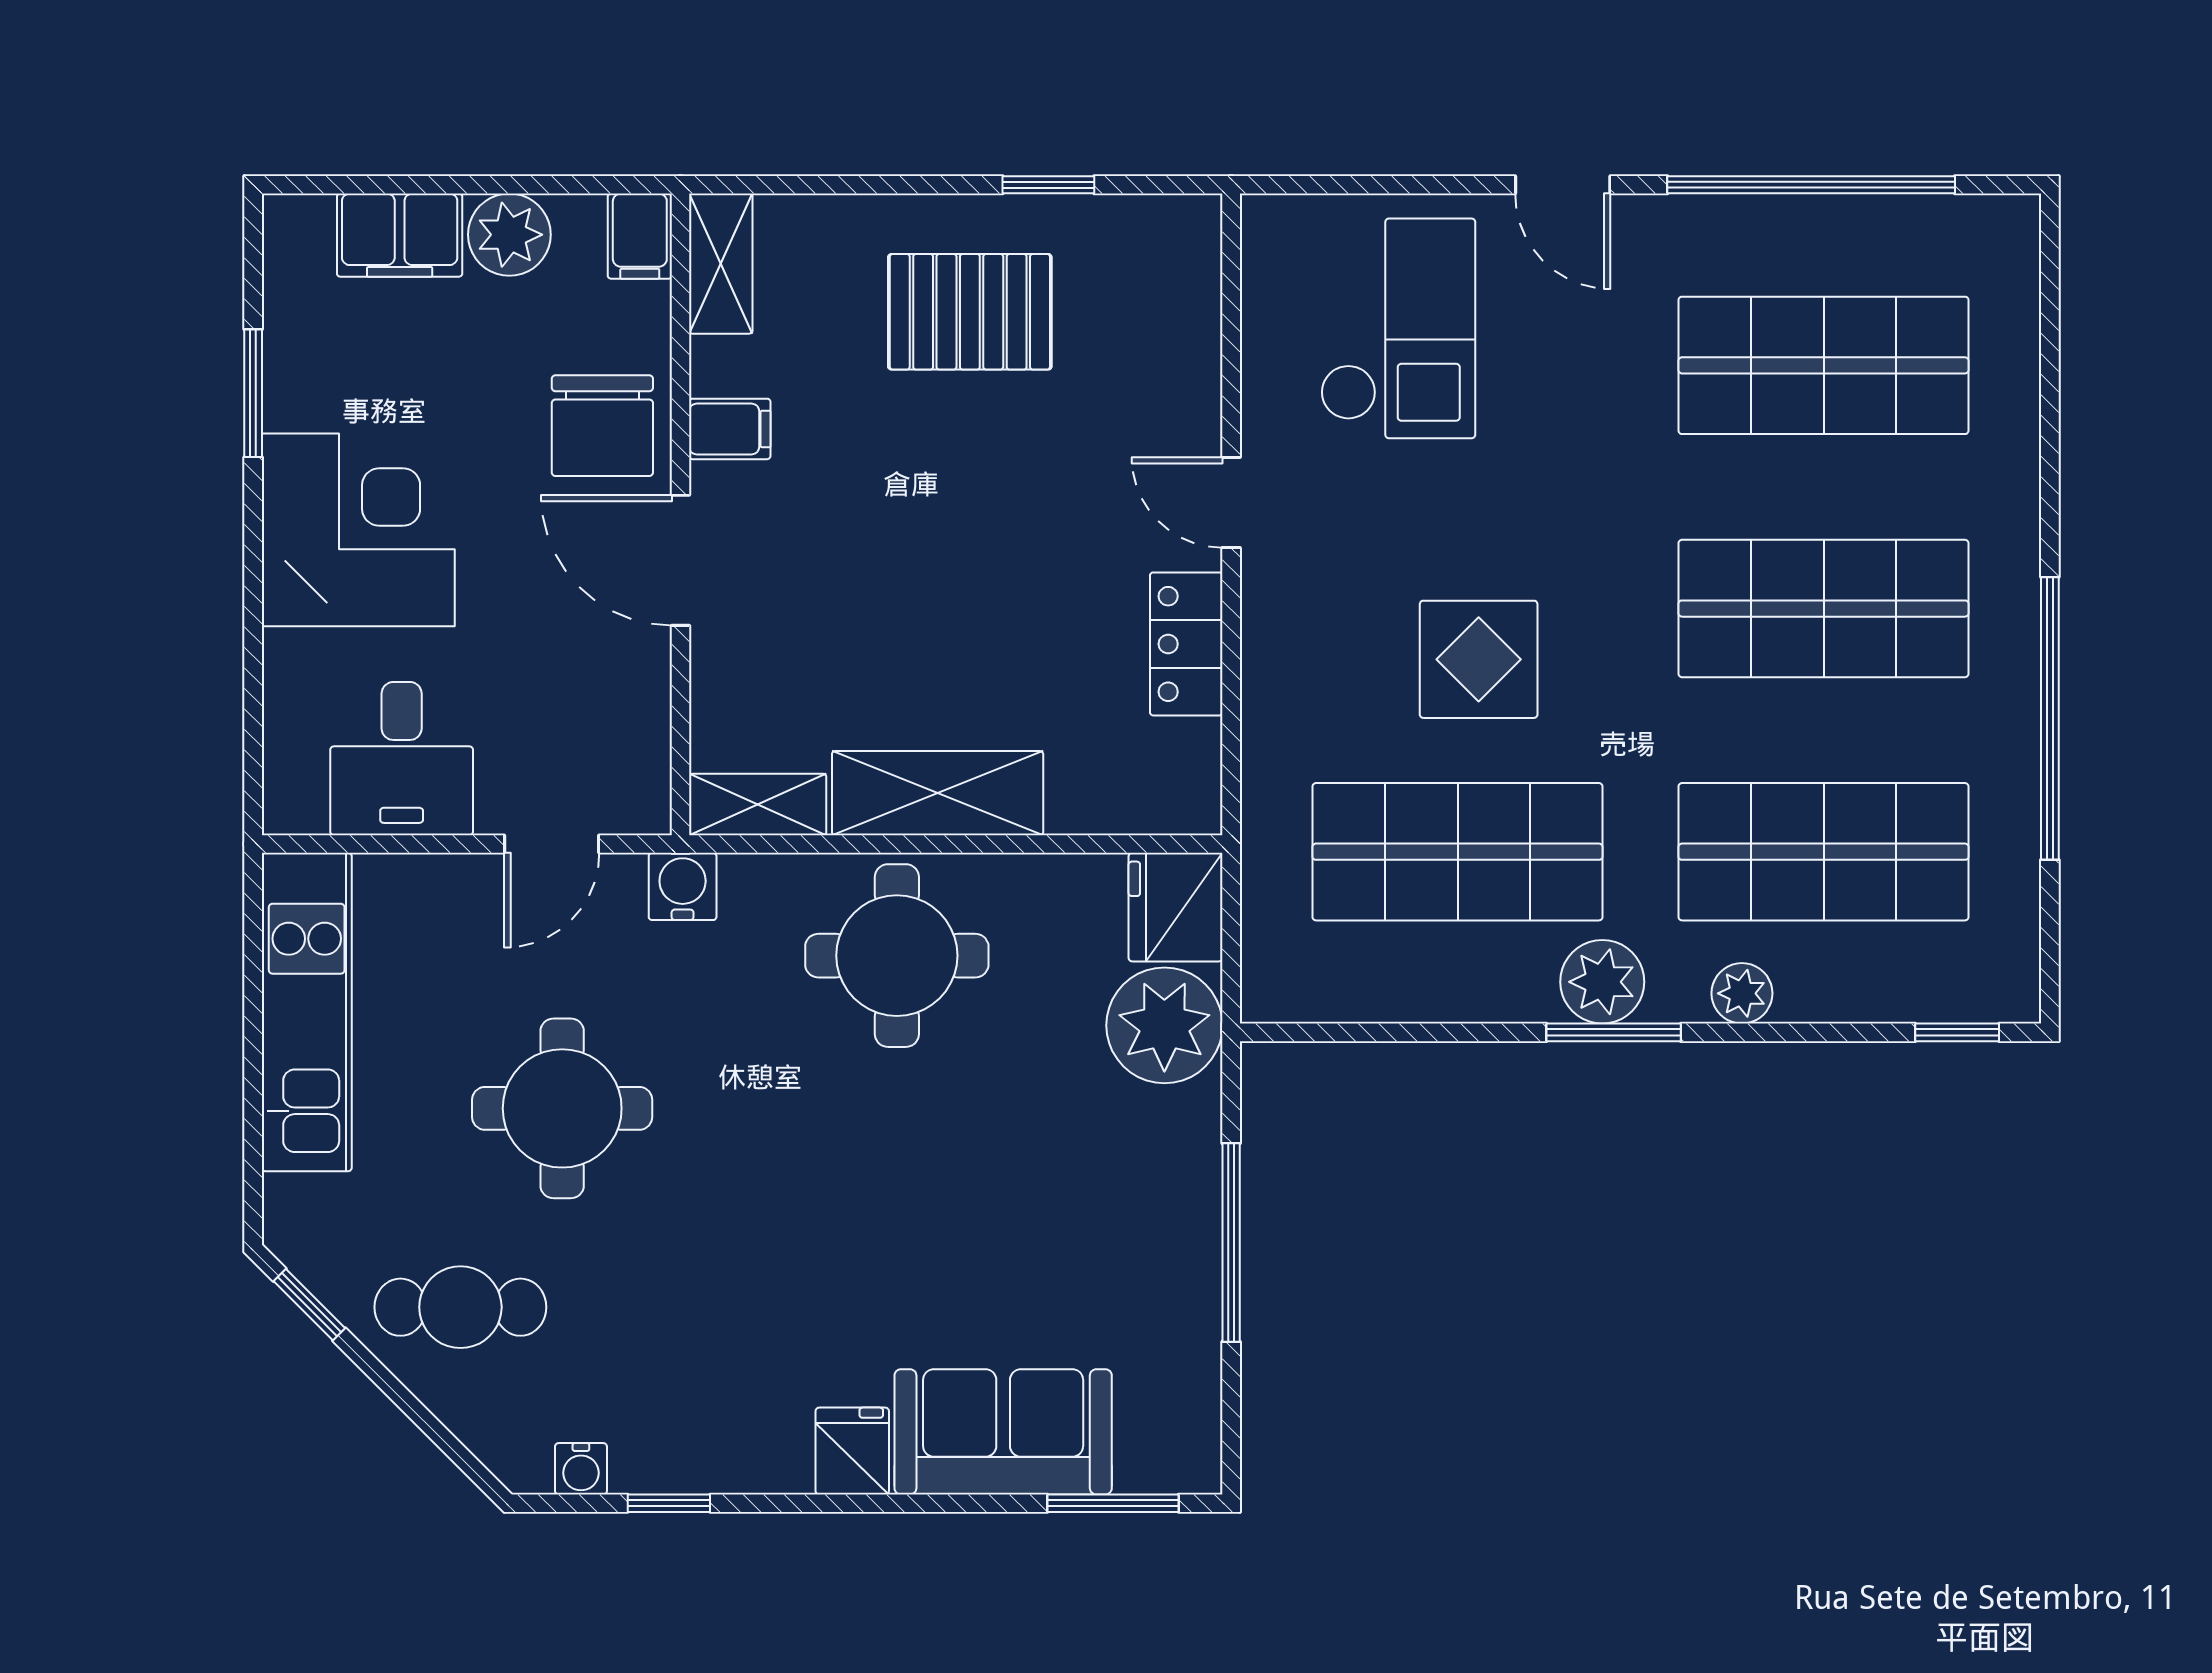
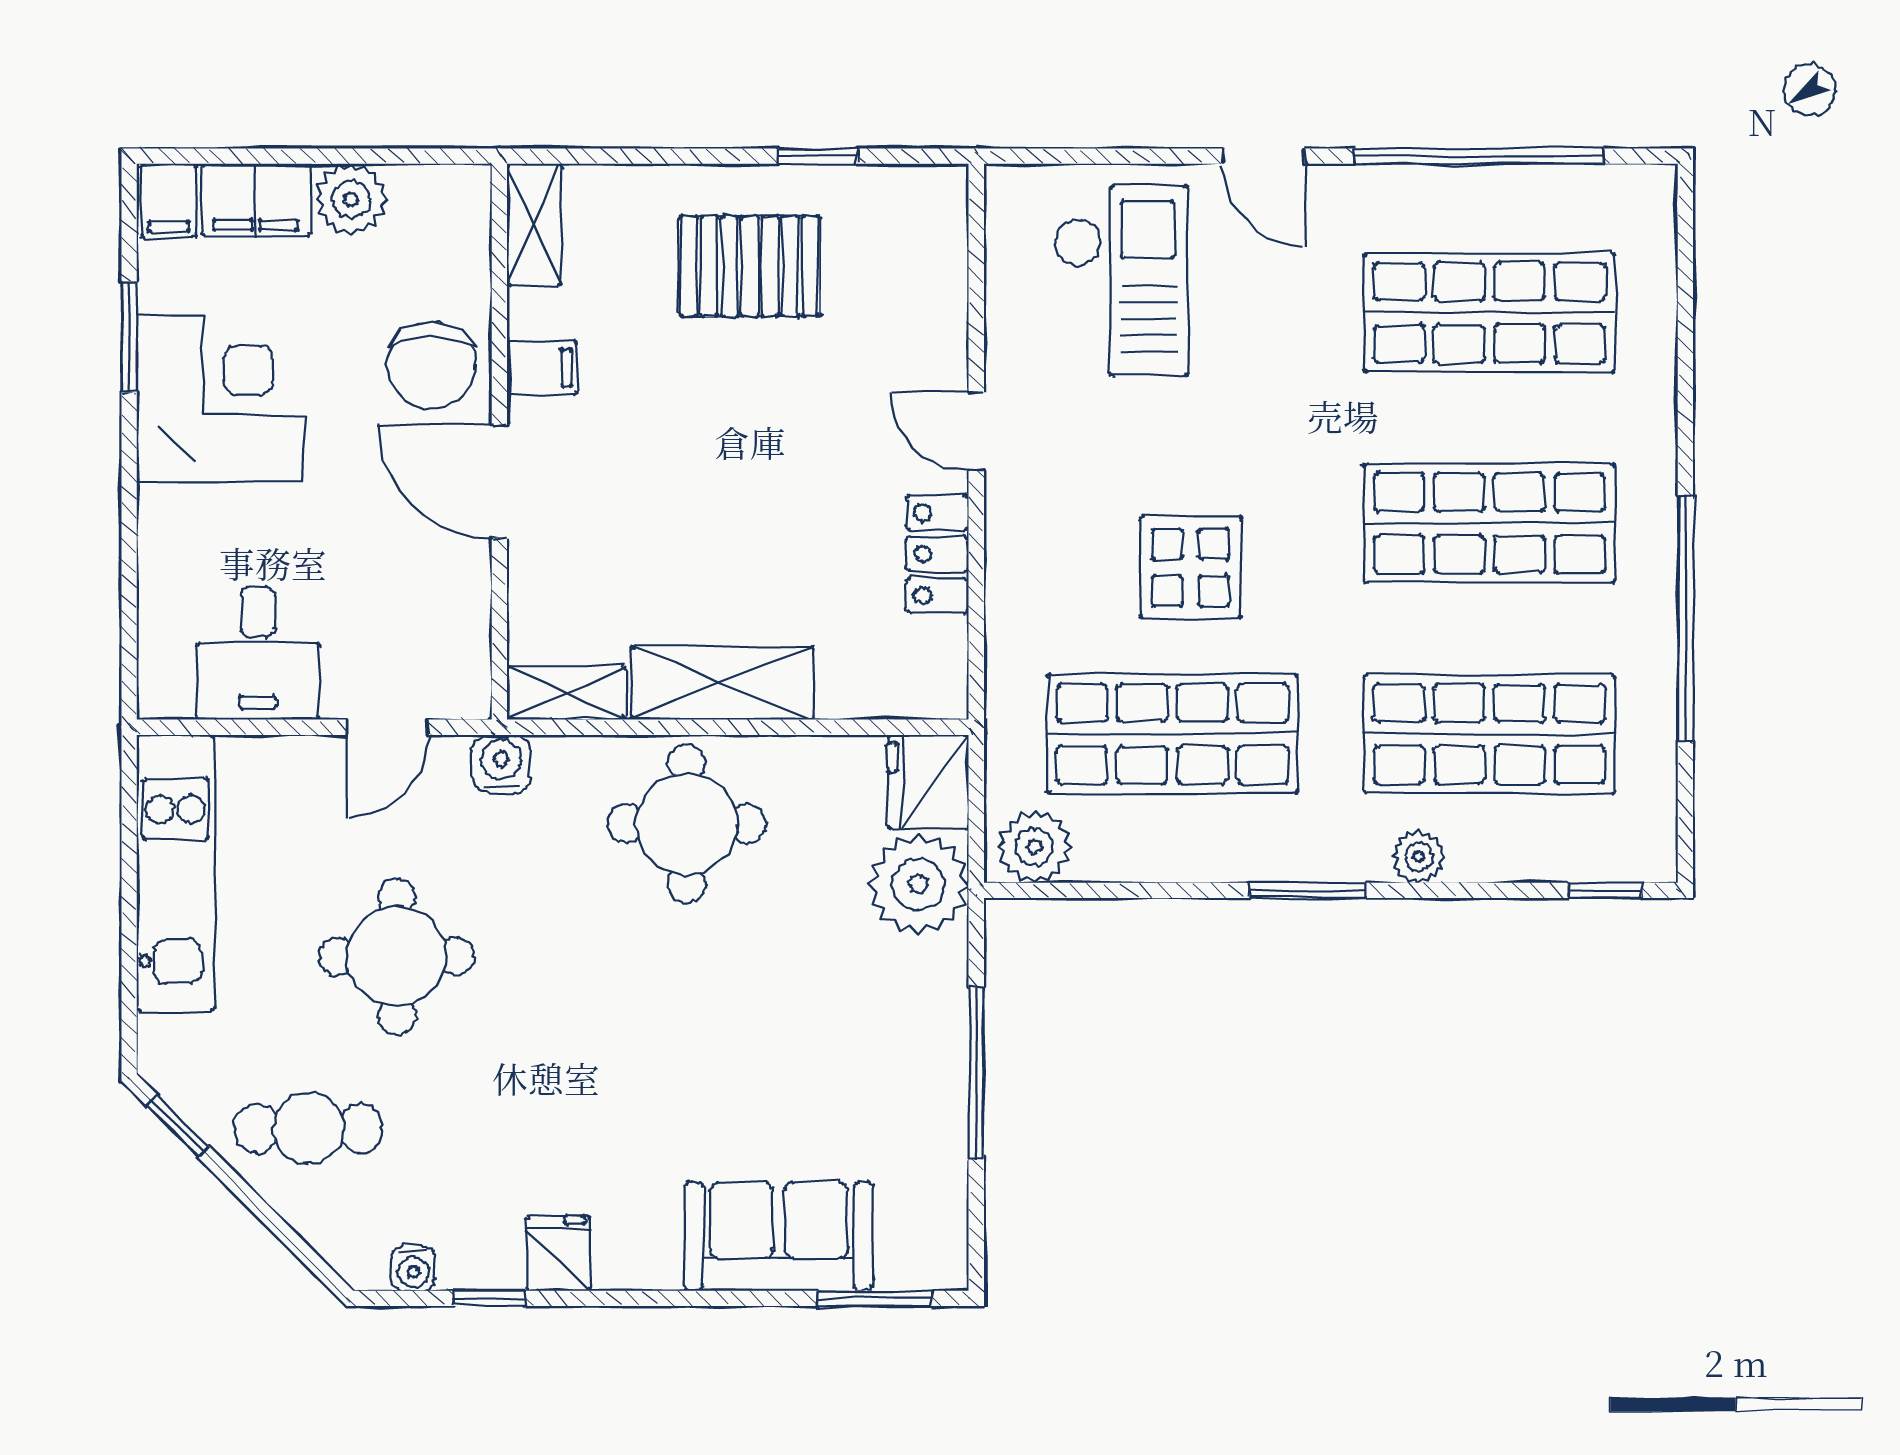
filing cabinet: (640, 236) -> (169, 201), moved
corner desk: (358, 530) -> (220, 398), moved
plant: (1602, 982) -> (1035, 847), moved
fridge: (852, 1451) -> (558, 1253), moved

